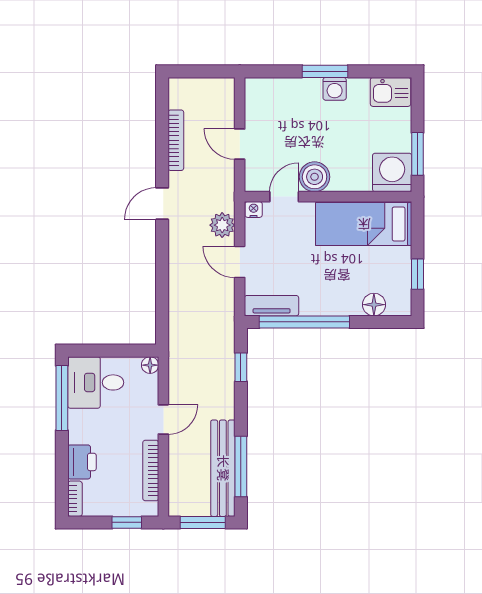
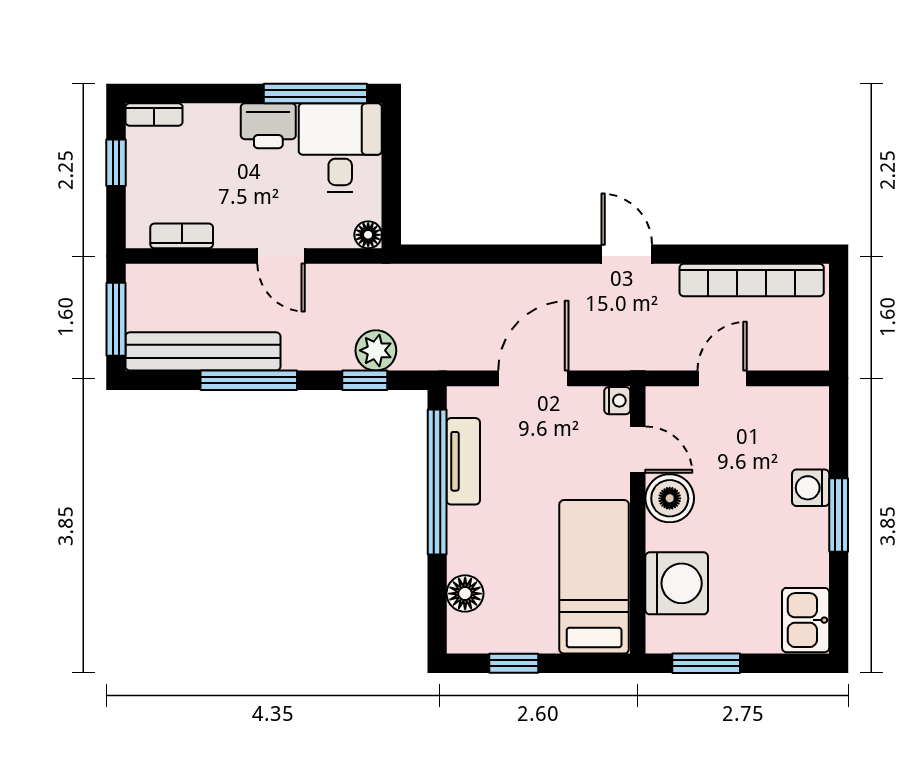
washing machine: (335, 89) -> (811, 488), moved
bookcase: (176, 140) -> (752, 280), width x1.48, depth x1.31
washing machine: (392, 172) -> (677, 583), moved
plant: (222, 225) -> (376, 350), moved
door: (240, 262) -> (533, 378), width x1.37
tv unit: (272, 306) -> (463, 461), moved
printer: (82, 462) -> (268, 126), moved
window: (241, 467) -> (249, 380), moved
bookcase: (151, 471) -> (182, 236), width x0.64
window: (127, 522) -> (116, 163), moved

